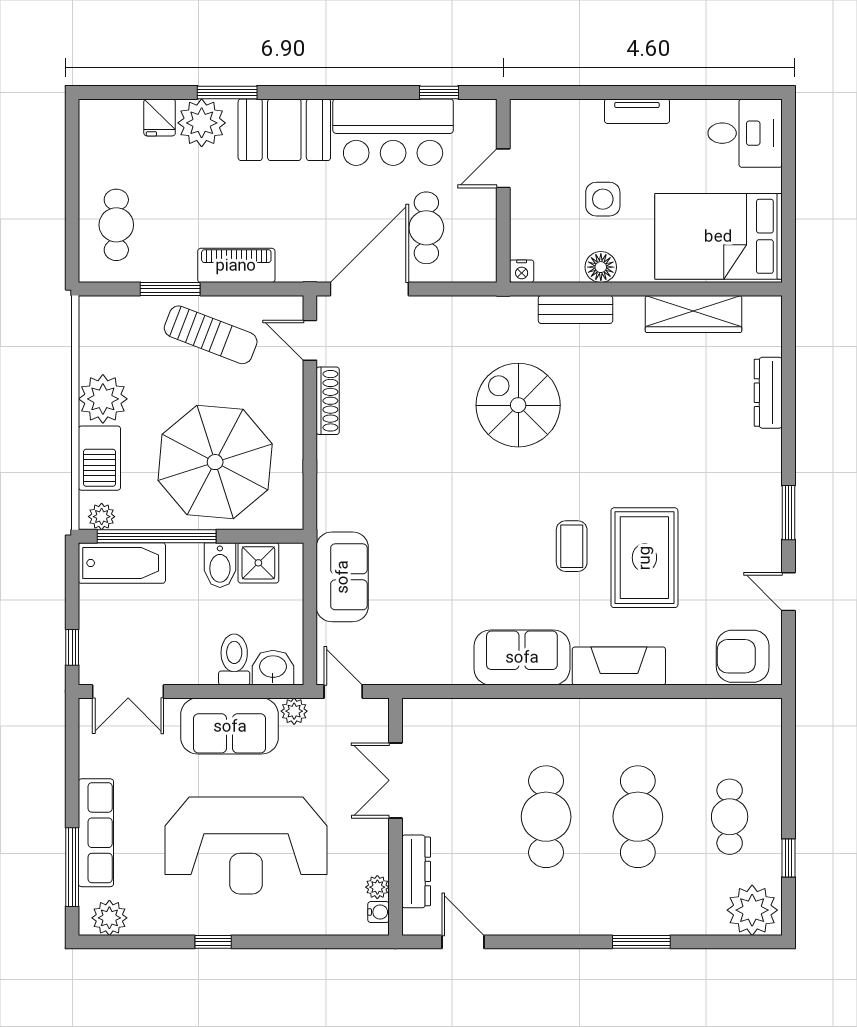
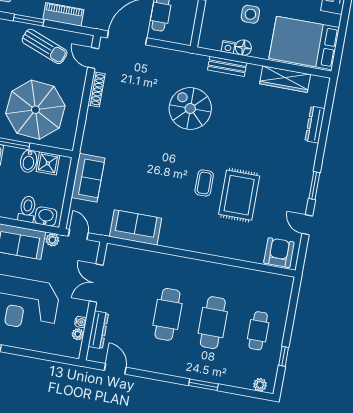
nightstand: (522, 271) -> (228, 47), moved
armchair: (743, 656) -> (279, 253), turned 90
sofa: (522, 657) -> (136, 227), moved
fireplace: (619, 666) -> (217, 246), removed
plant: (752, 910) -> (260, 385), width x0.53, depth x0.53
water cooler: (378, 912) -> (81, 322), moved

